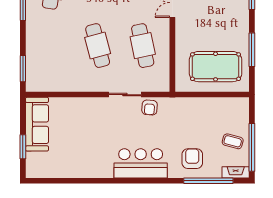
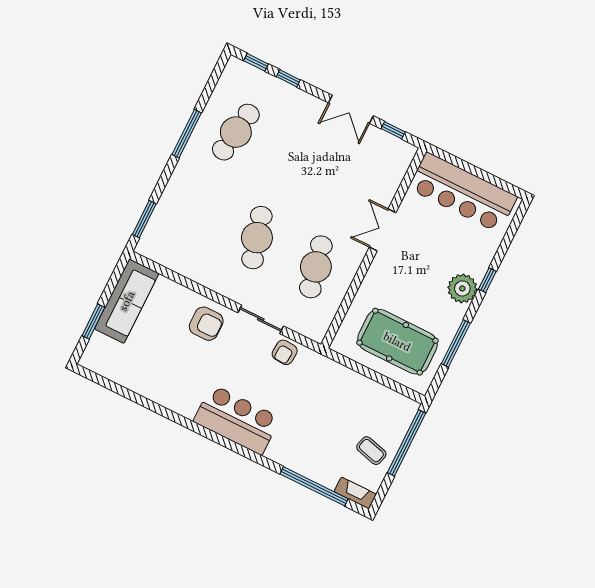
plant: (239, 14) -> (462, 288), added
window: (252, 147) -> (407, 443), moved
armchair: (192, 159) -> (206, 324), moved, turned 90

